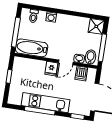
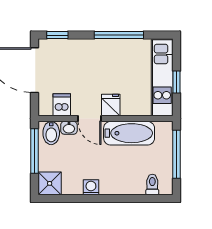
washing machine: (51, 17) -> (91, 187), moved
bathtub: (32, 48) -> (129, 133), moved
door: (66, 62) -> (90, 119), swing flipped
kitchen unit: (46, 103) -> (162, 78), moved, turned 90

